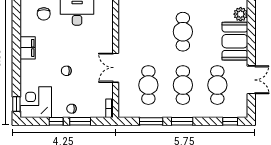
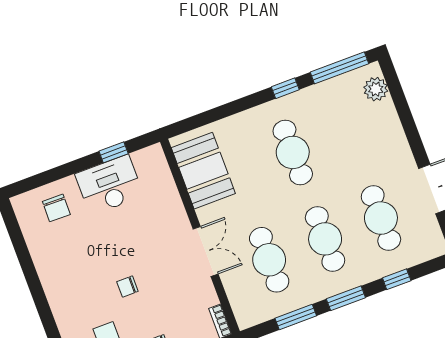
booth: (235, 41) -> (203, 171), moved
filing cabinet: (28, 48) -> (51, 273), removed
double door: (116, 68) -> (206, 251), swing flipped
window: (230, 121) -> (397, 279), moved

